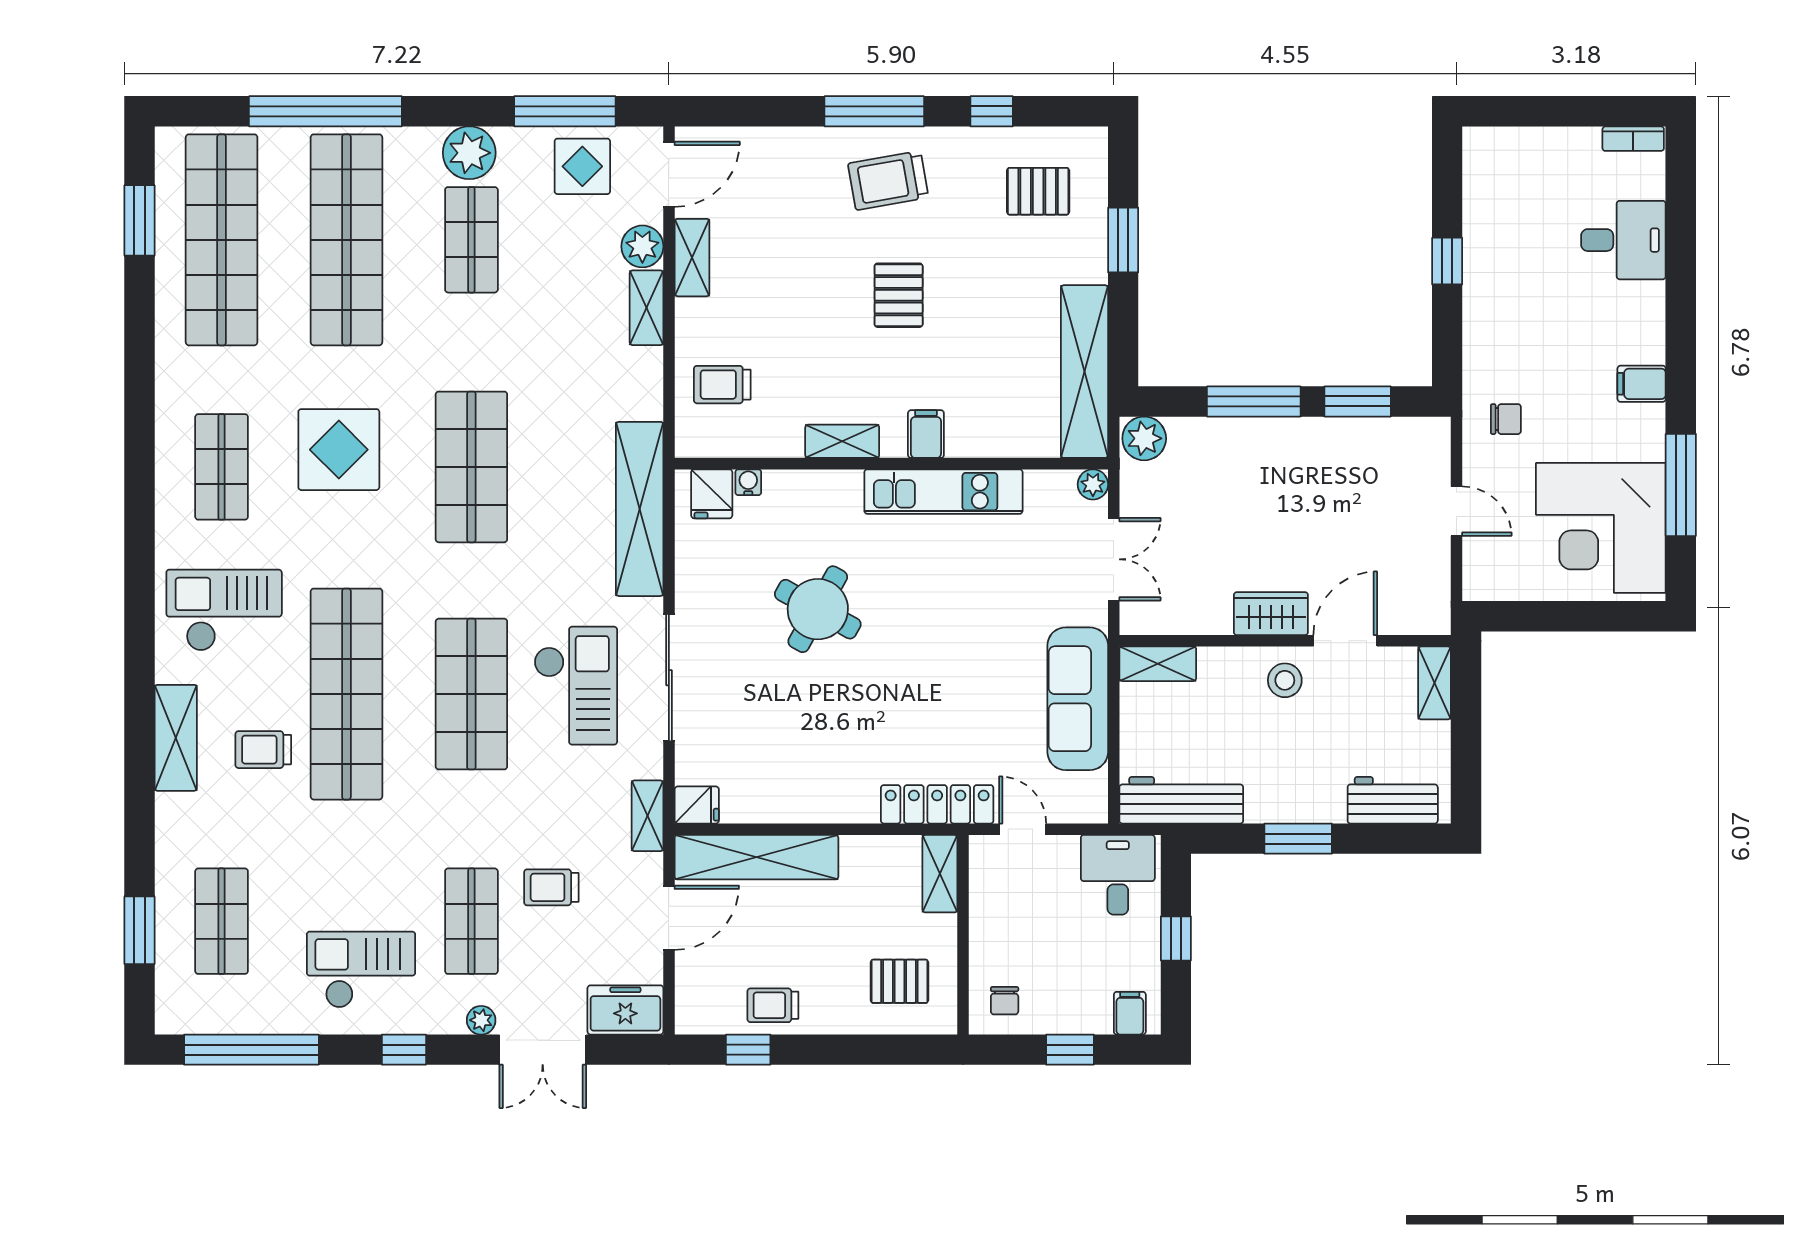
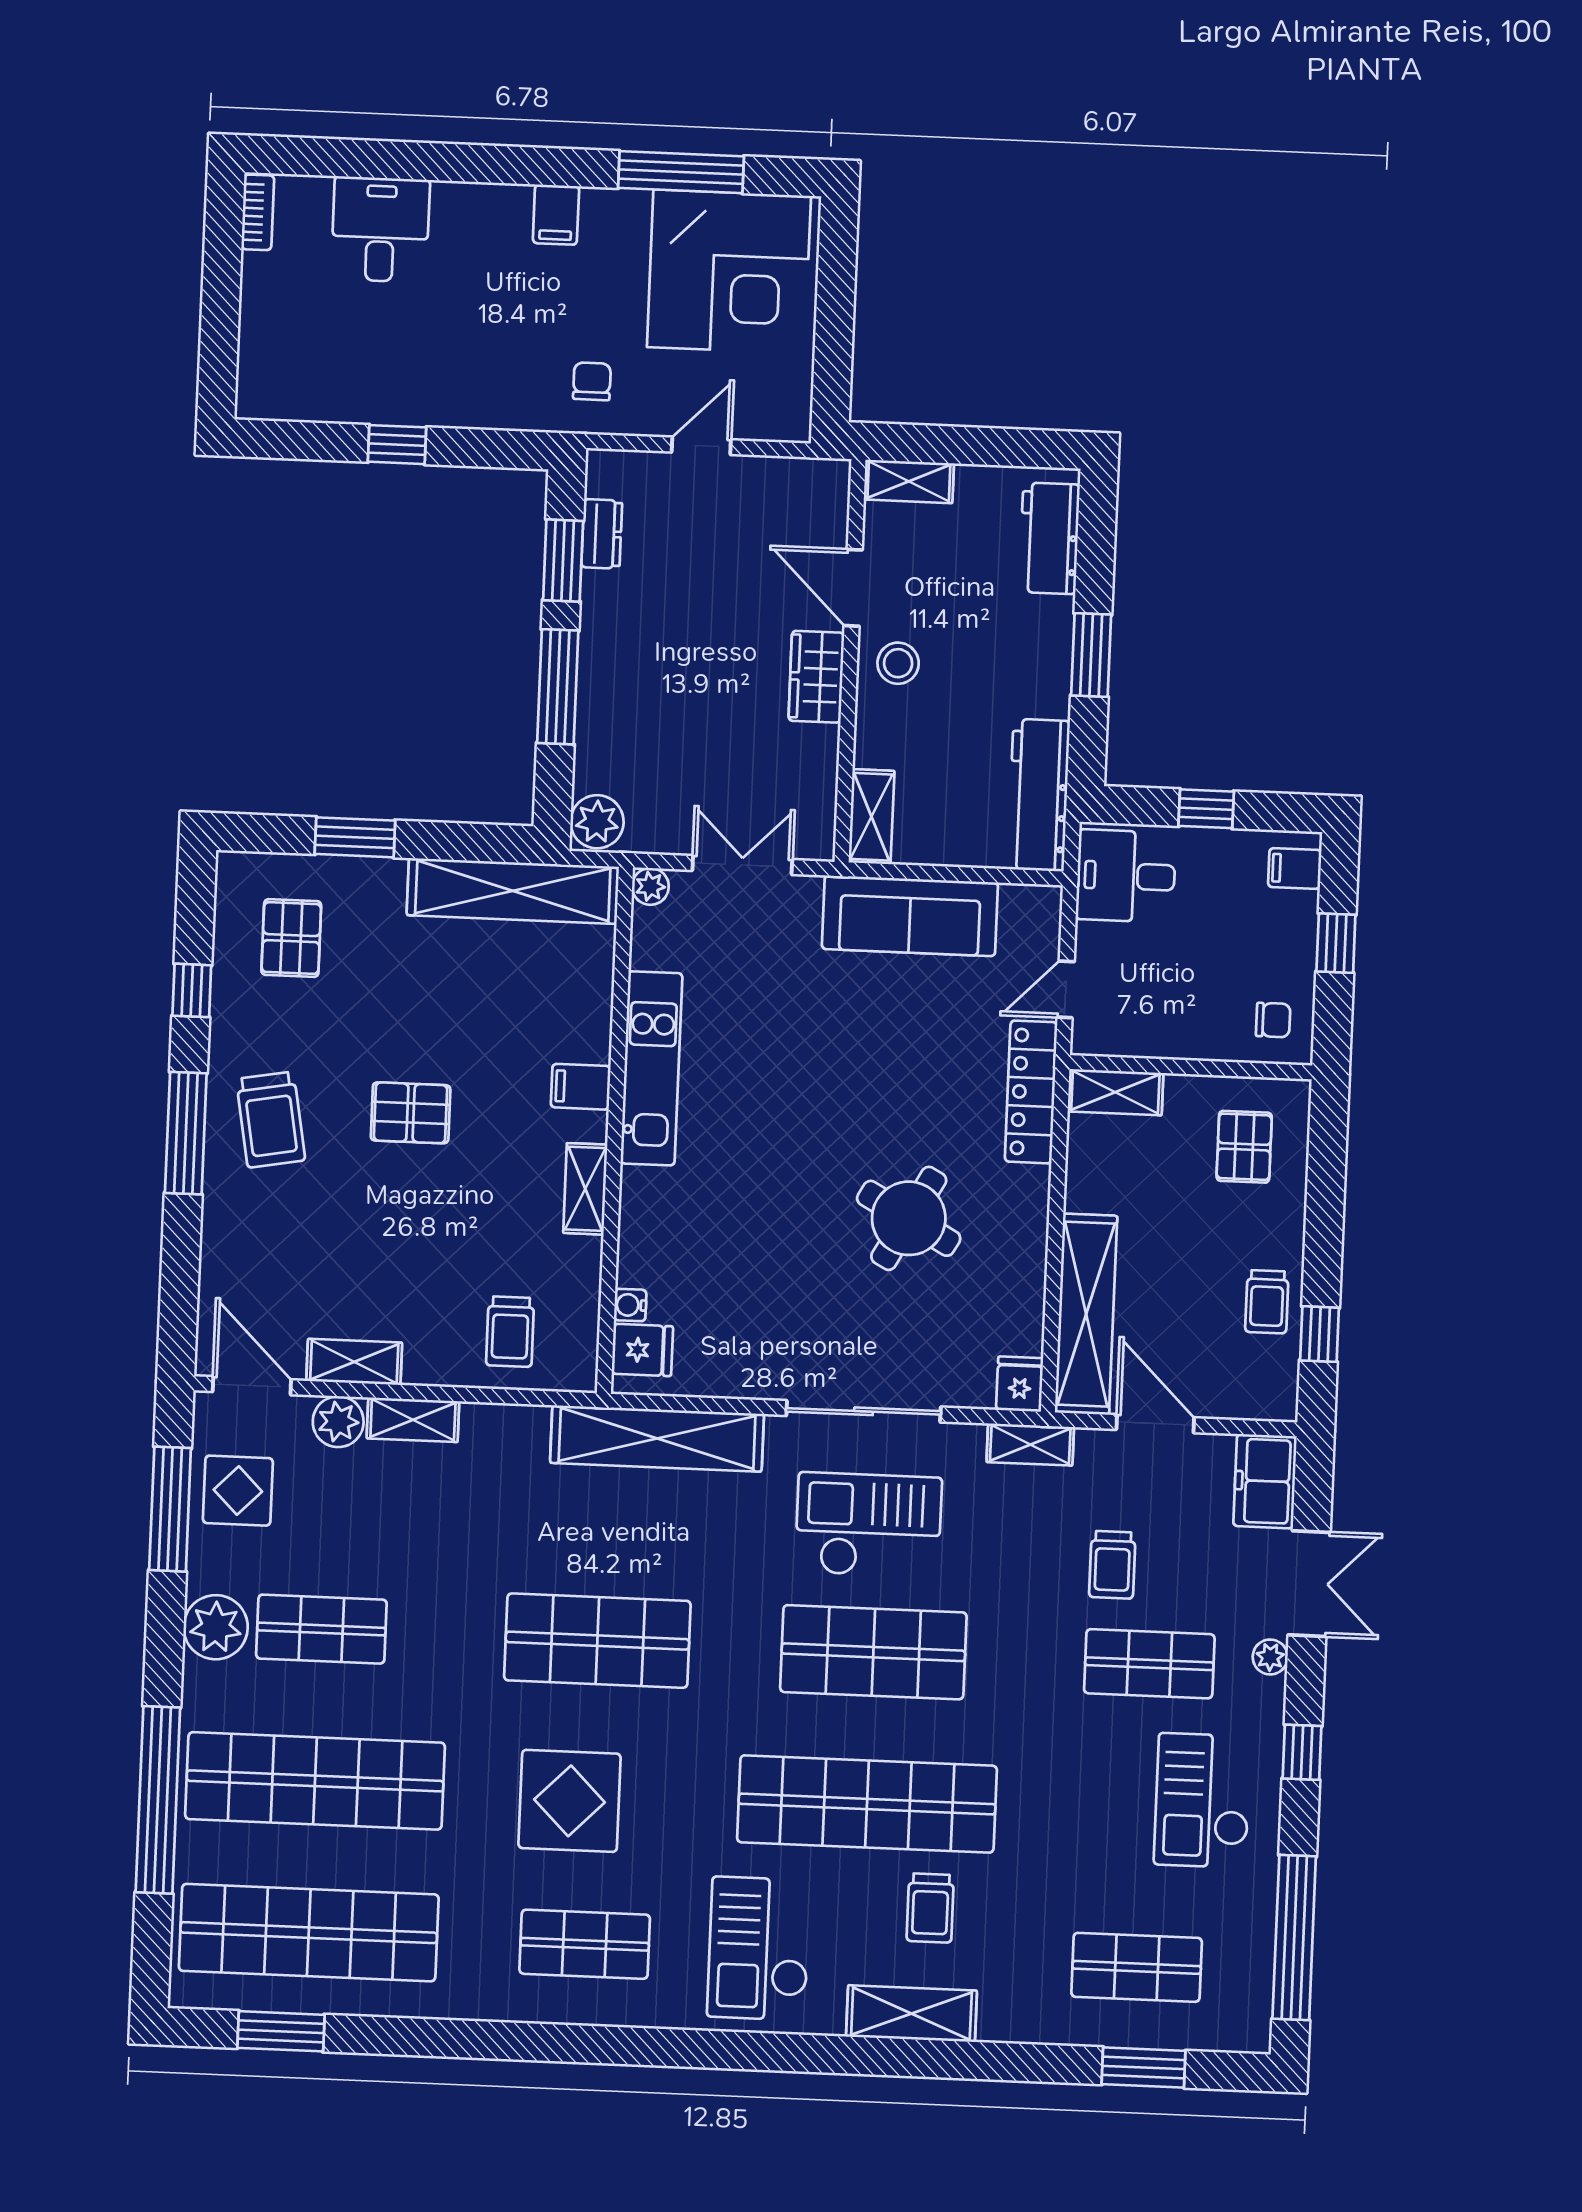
dresser: (1381, 432) -> (602, 534), added
round table: (818, 609) -> (909, 1218), moved

